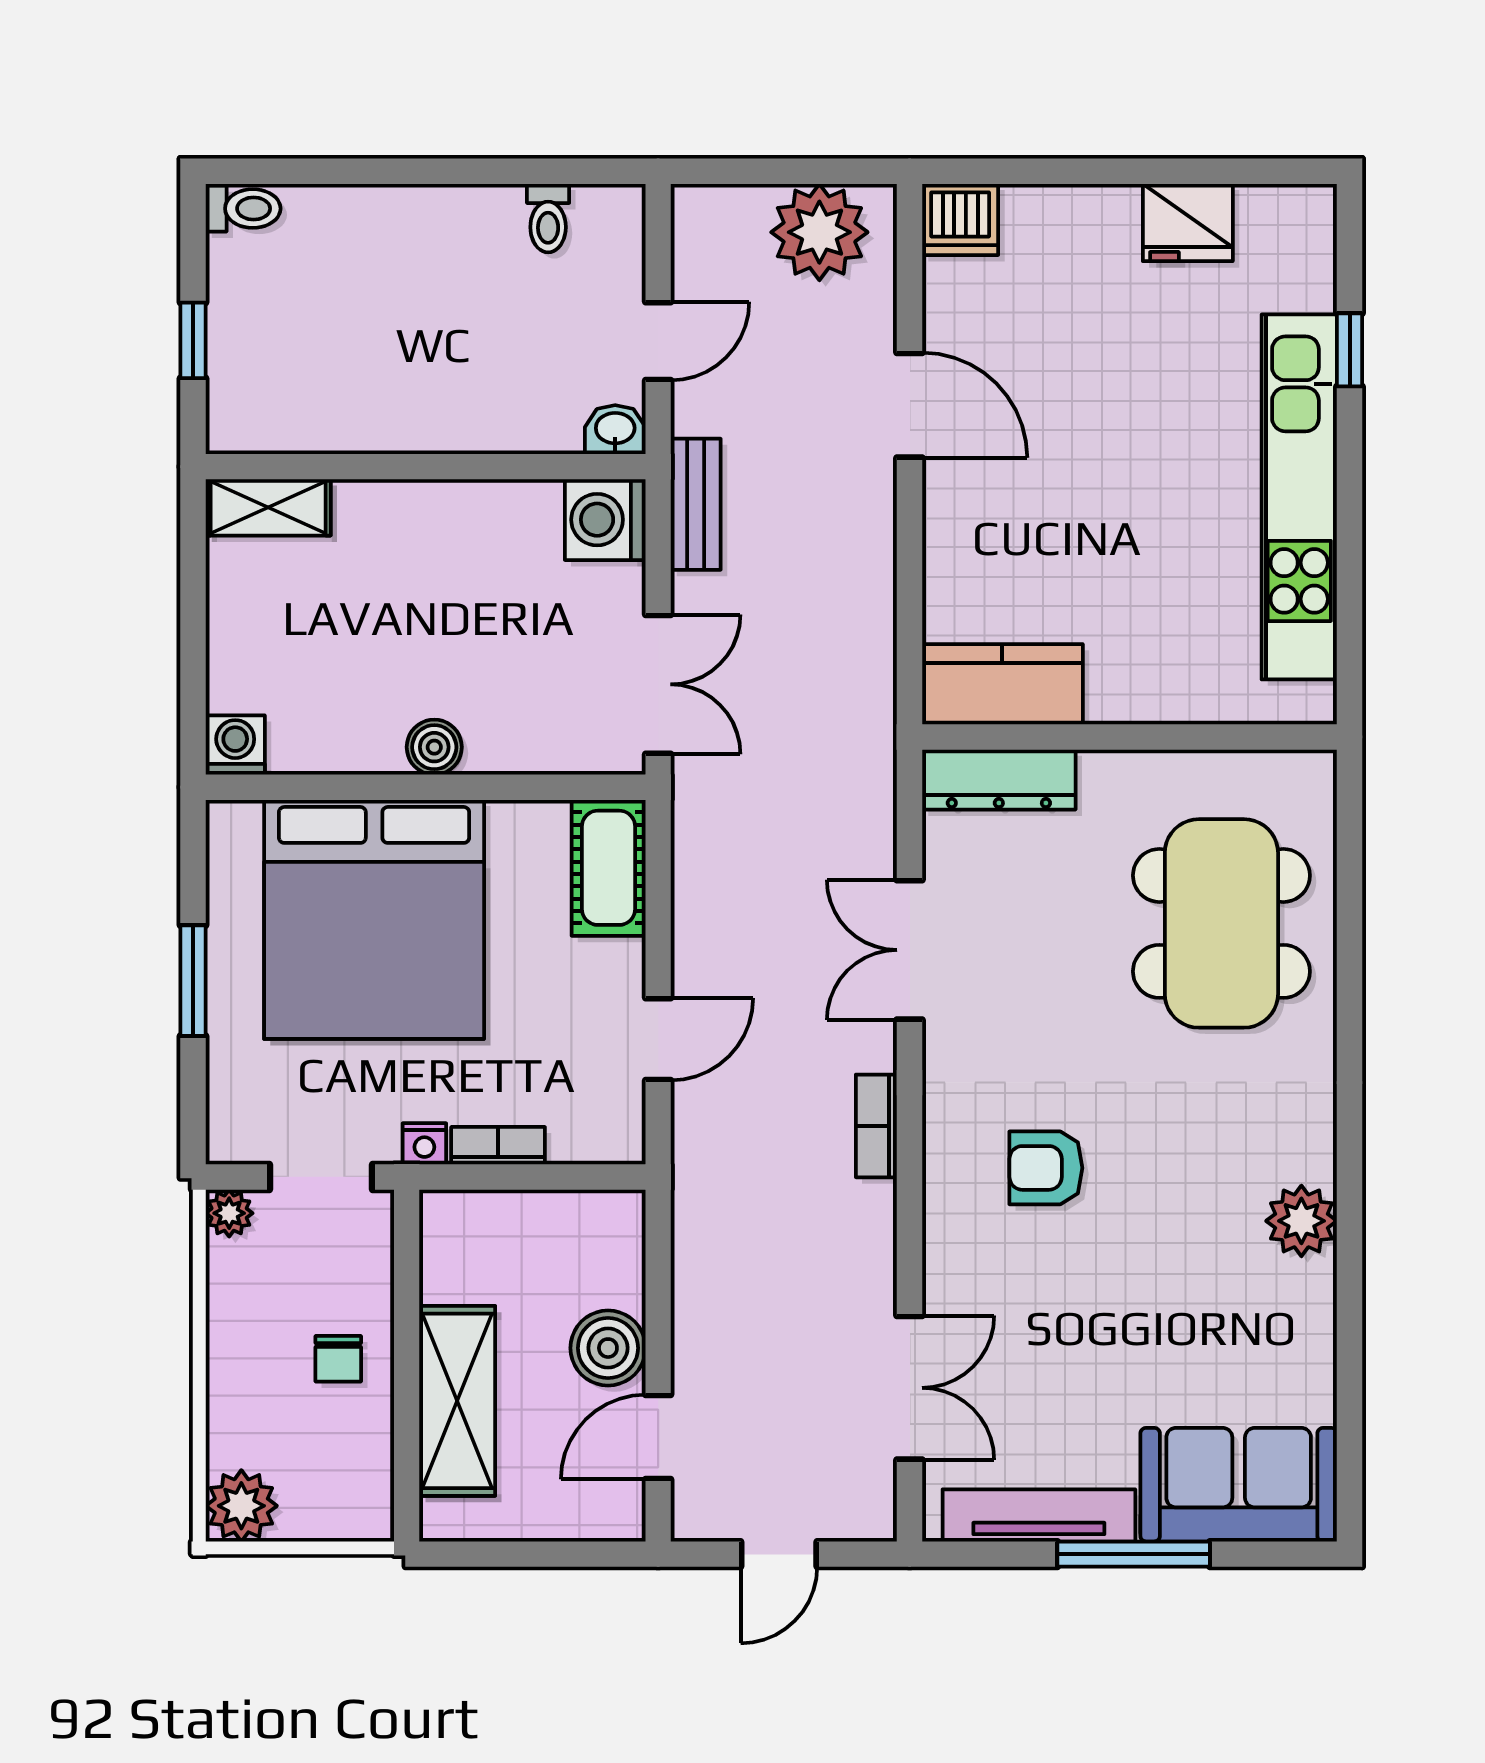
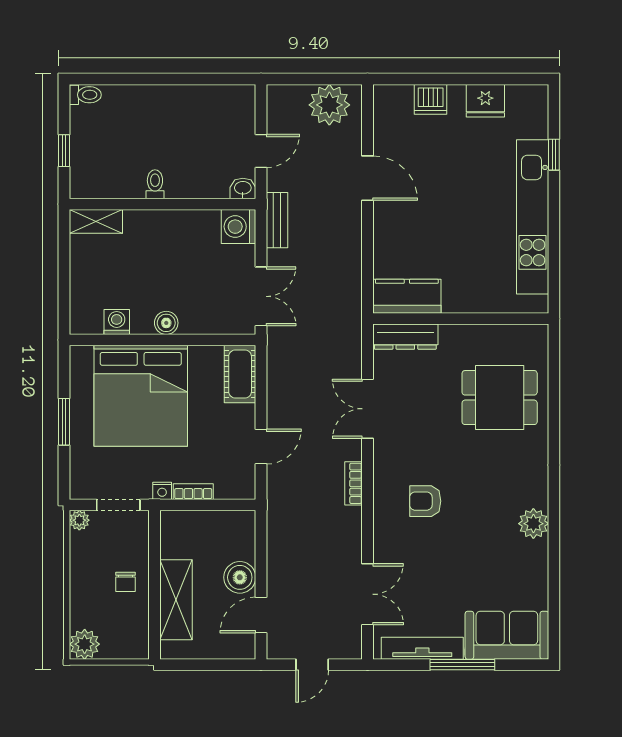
toilet: (548, 218) -> (155, 184), moved, turned 180
dishwasher: (960, 219) -> (431, 99), moved
washing machine: (235, 745) -> (117, 322), moved
dining table: (1221, 923) -> (500, 398), width x0.73

